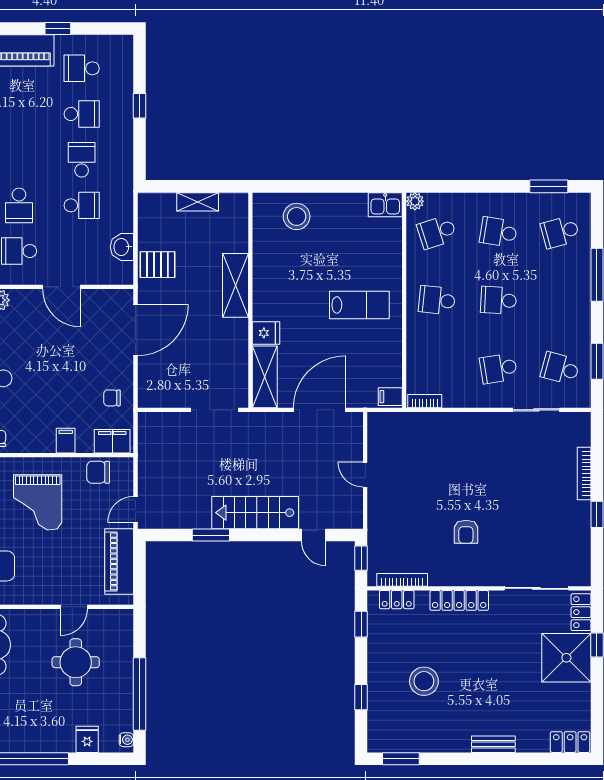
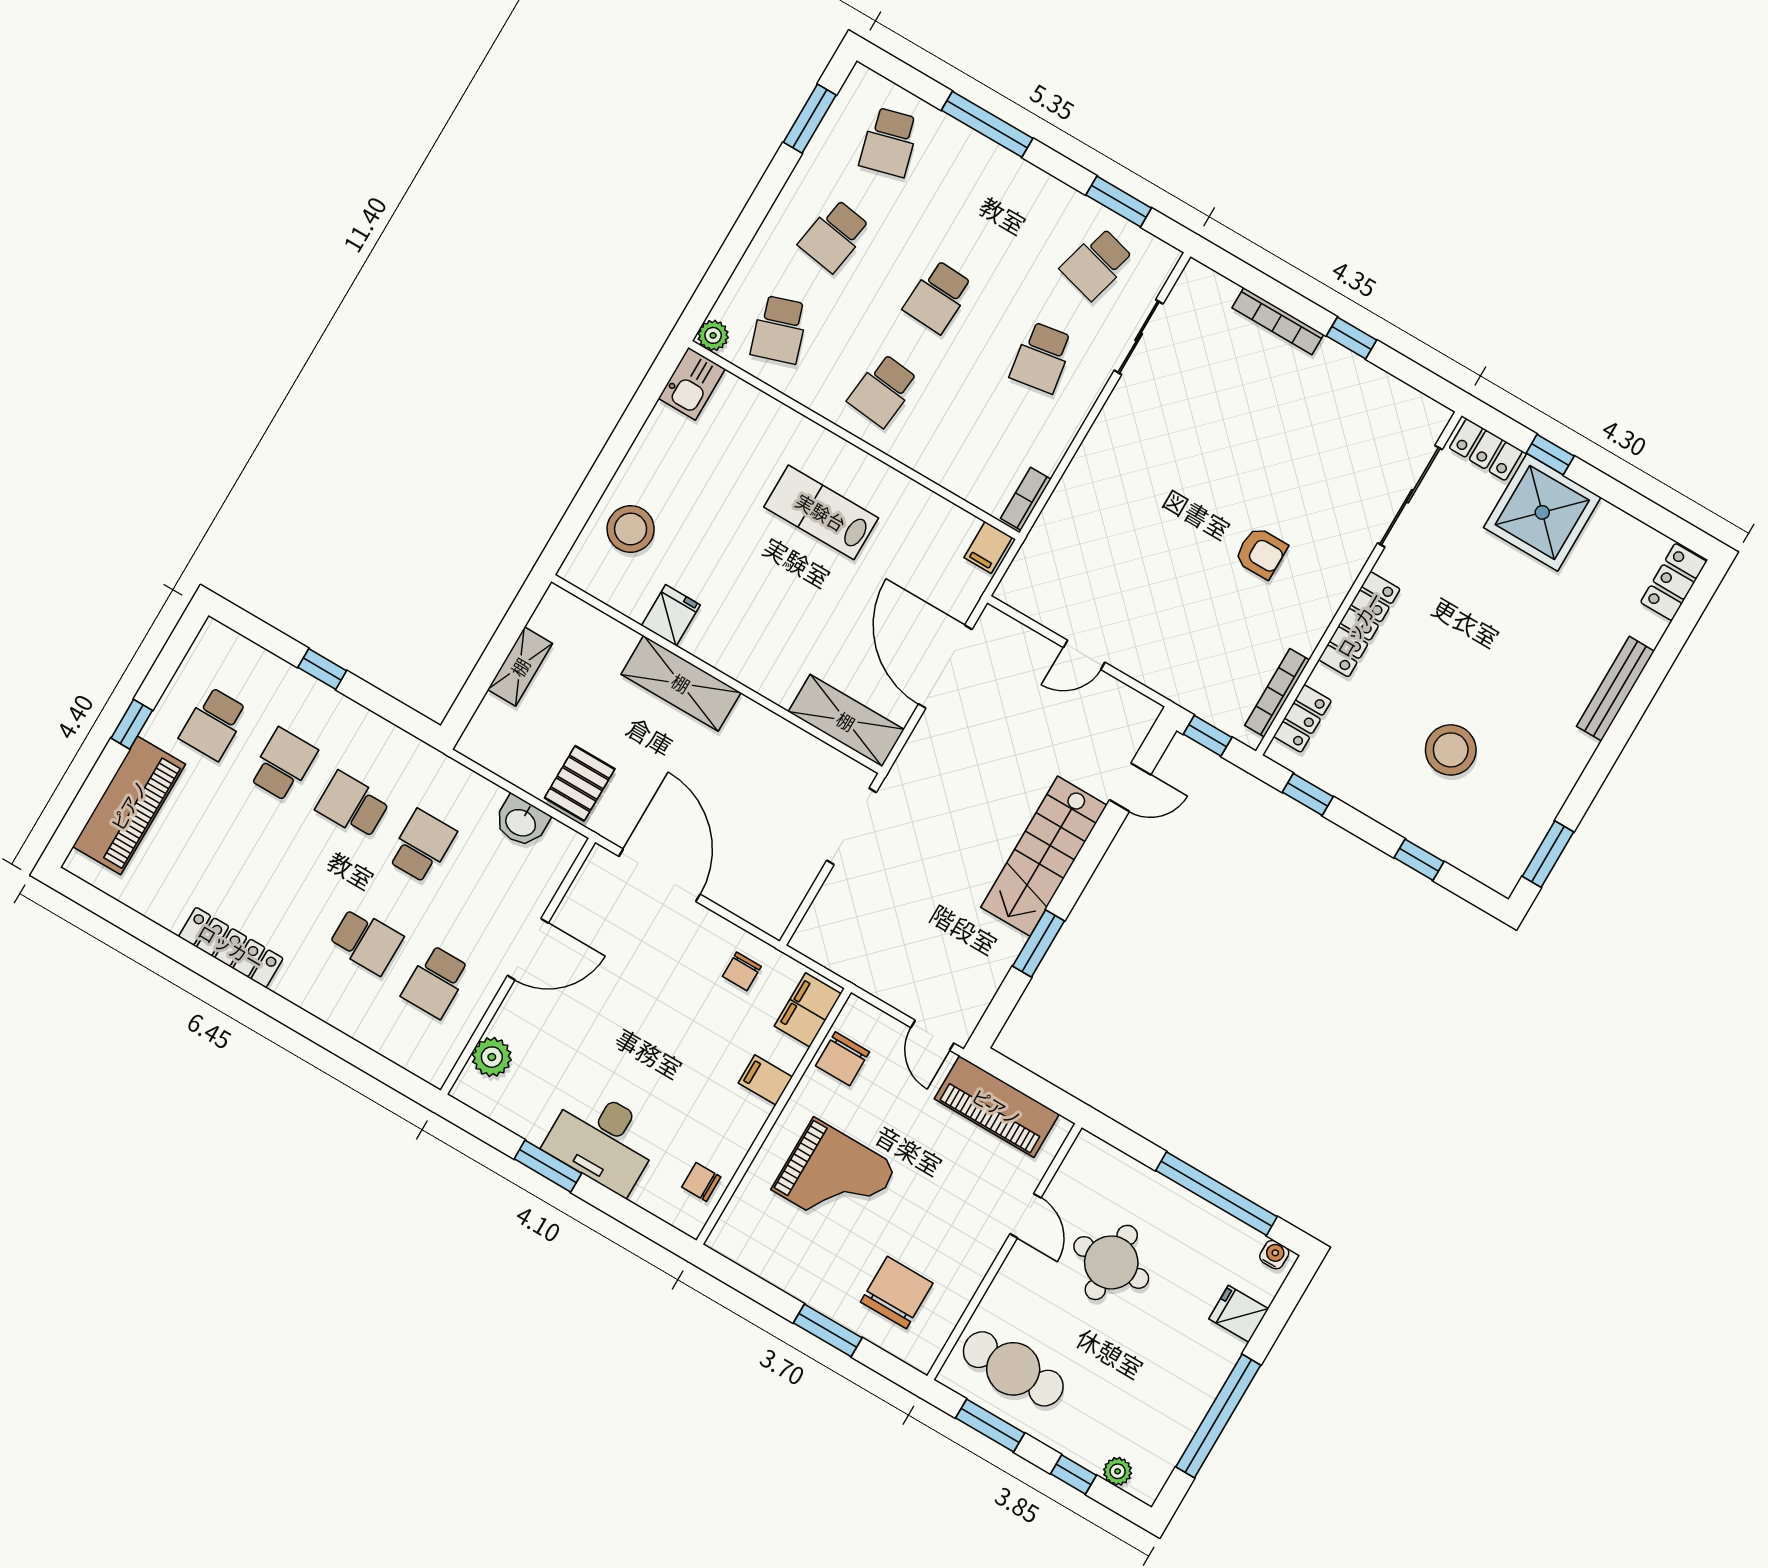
lab bench: (359, 305) -> (821, 512), turned -90
fridge: (266, 333) -> (671, 615), moved
bench: (493, 744) -> (1615, 689), width x1.36

